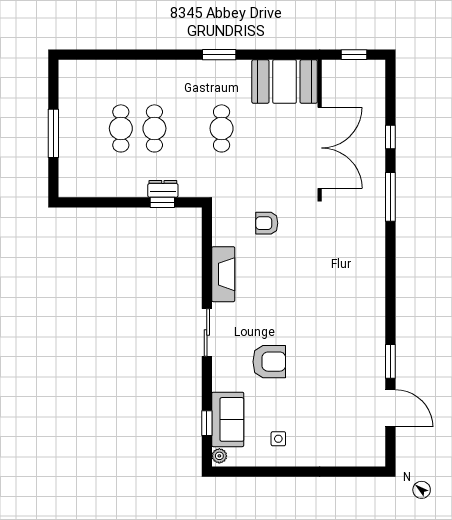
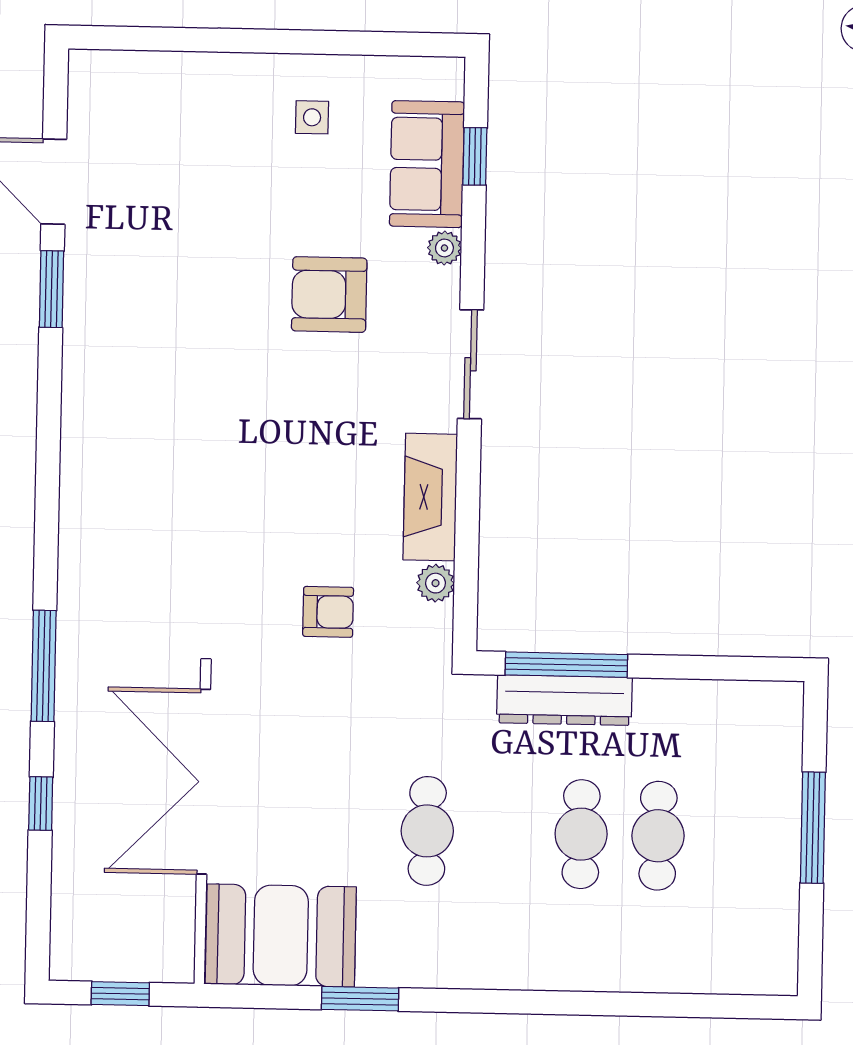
window: (219, 55) -> (360, 999), moved
dresser: (163, 189) -> (564, 700), width x1.96, depth x1.24
window: (162, 202) -> (566, 665), width x2.17
plant: (220, 237) -> (436, 583), added
plant: (219, 456) -> (444, 248), moved

